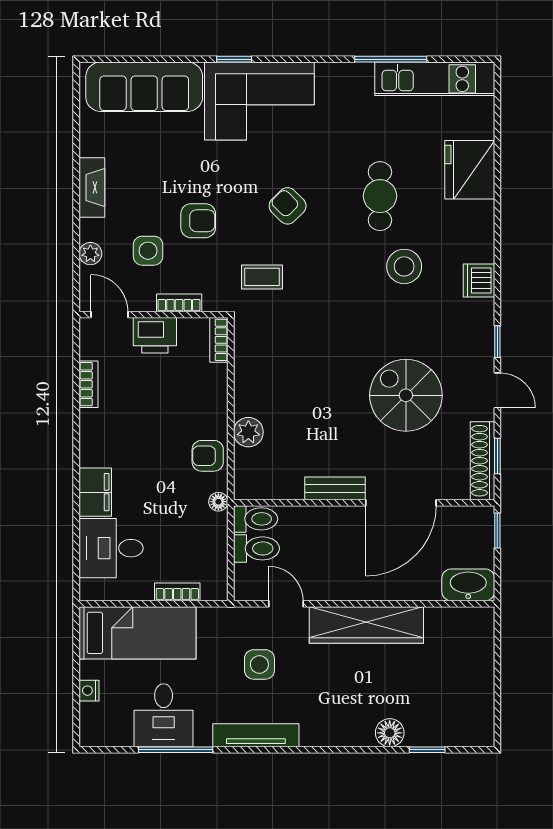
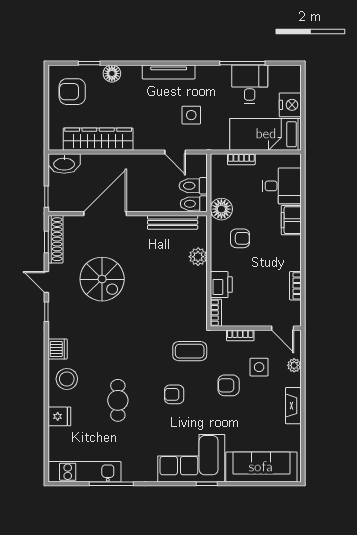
fridge: (470, 170) -> (59, 416), width x0.53, depth x0.75
armchair: (288, 206) -> (174, 394), turned 135
stool: (404, 266) -> (67, 379), moved
coffee table: (262, 277) -> (190, 351), width x1.36, depth x1.30
printer: (155, 335) -> (221, 285), moved, turned 90
armchair: (208, 456) -> (240, 238), moved
bench: (335, 488) -> (173, 222), moved, width x1.36
floor lamp: (218, 502) -> (221, 209), width x1.89, depth x1.89
wardrobe: (366, 625) -> (98, 139), moved
nightstand: (89, 691) -> (290, 105), width x1.89, depth x1.79
armchair: (455, 703) -> (72, 92), added
tv unit: (256, 735) -> (169, 72), moved

